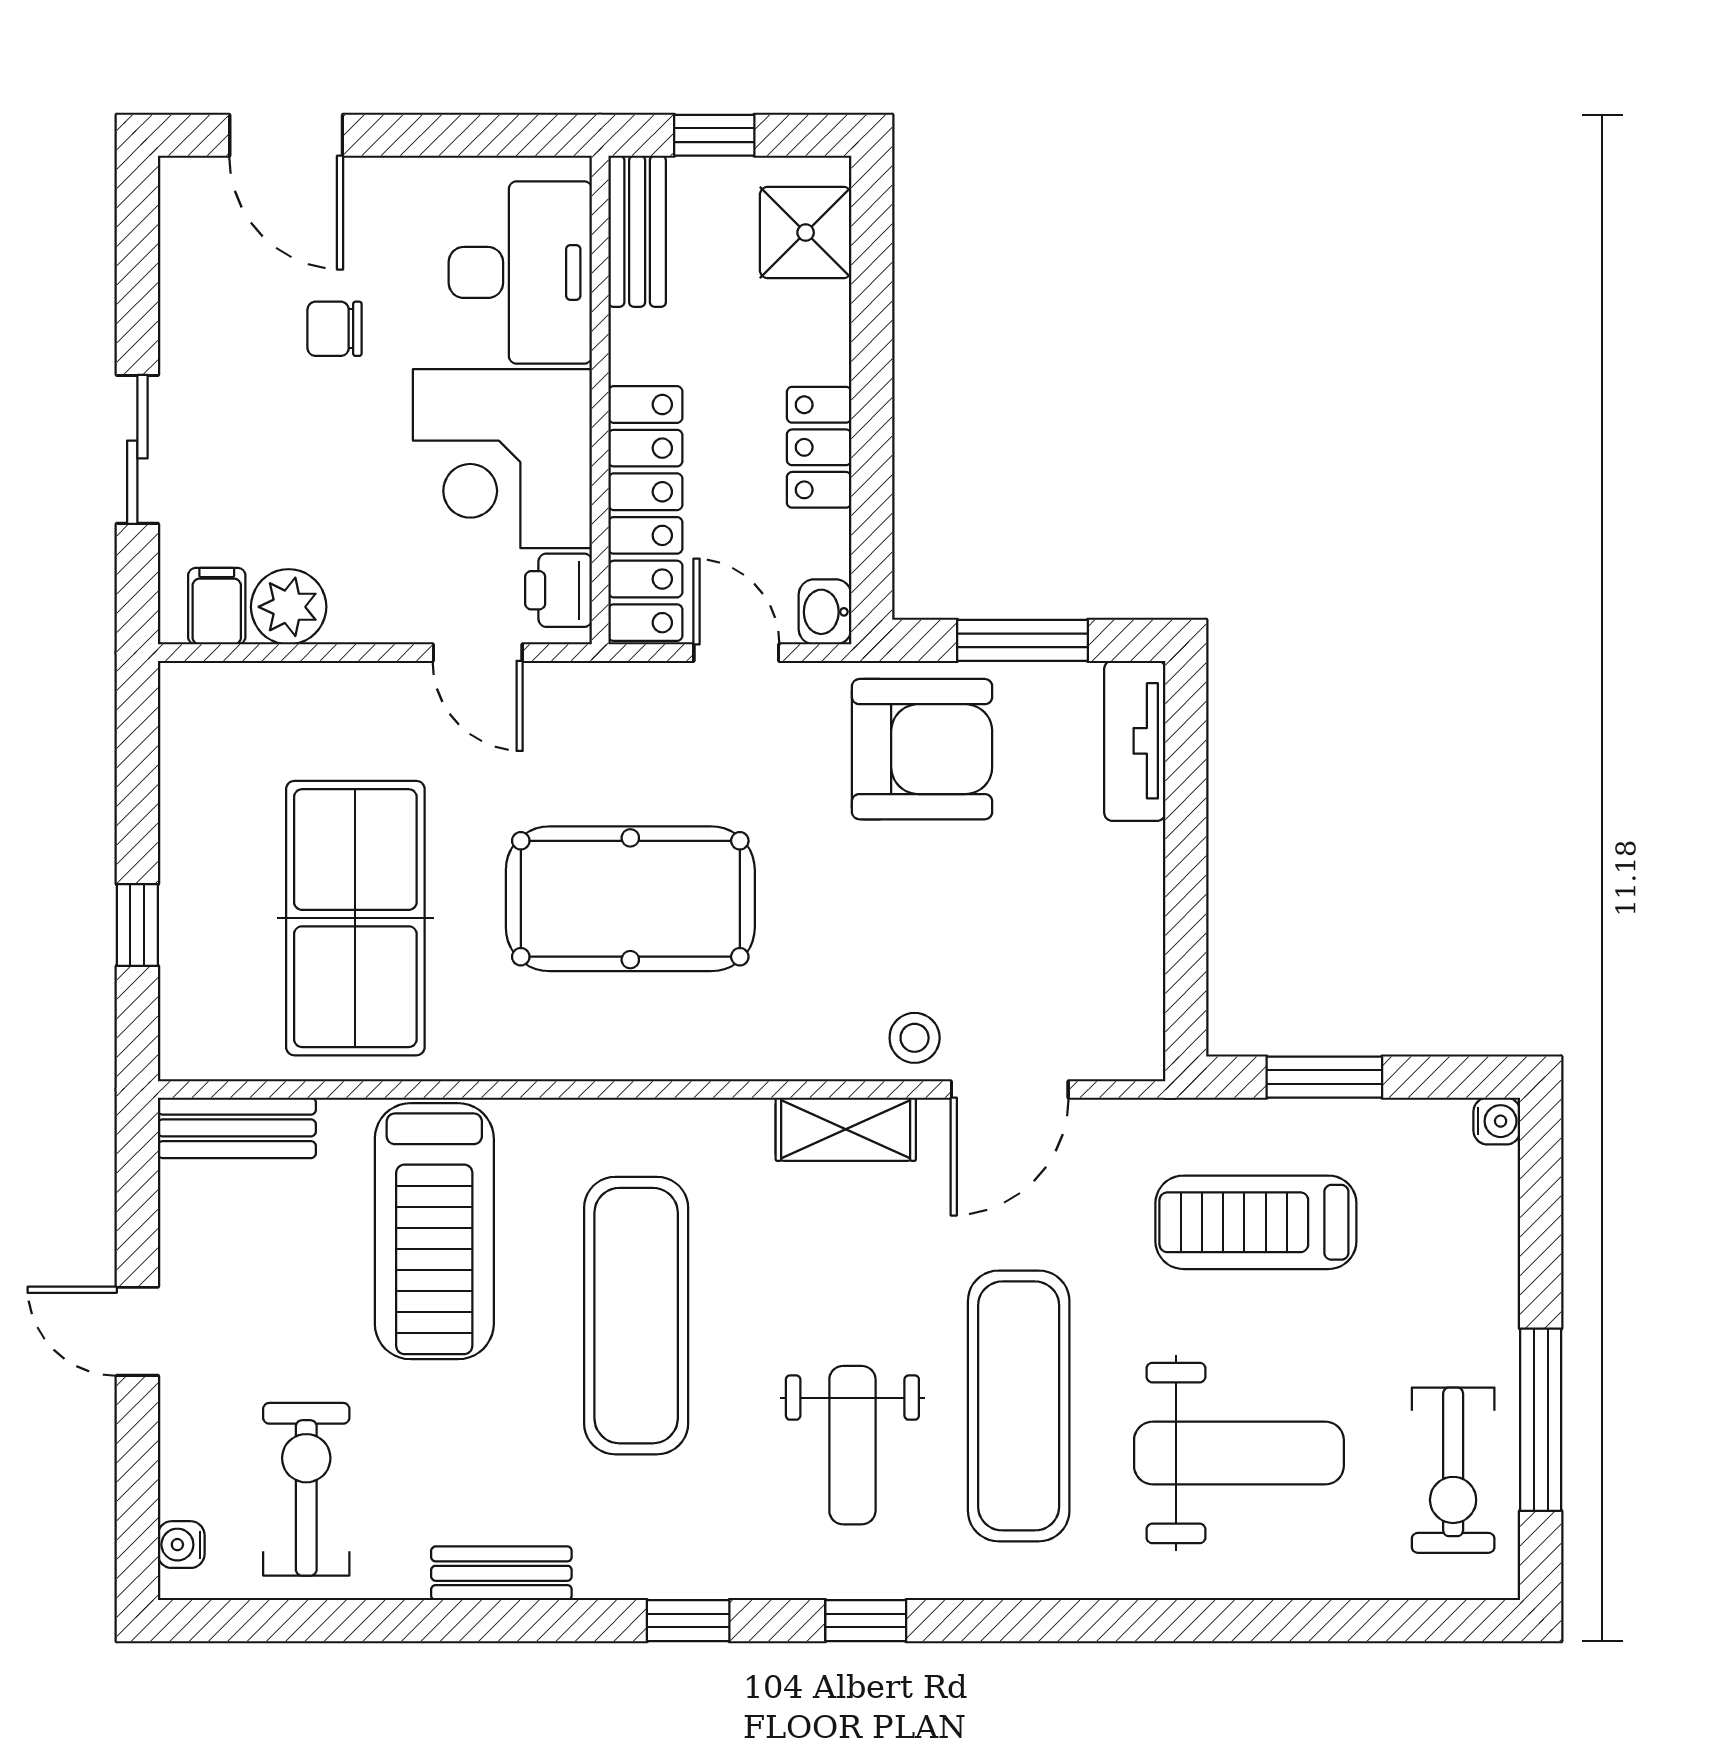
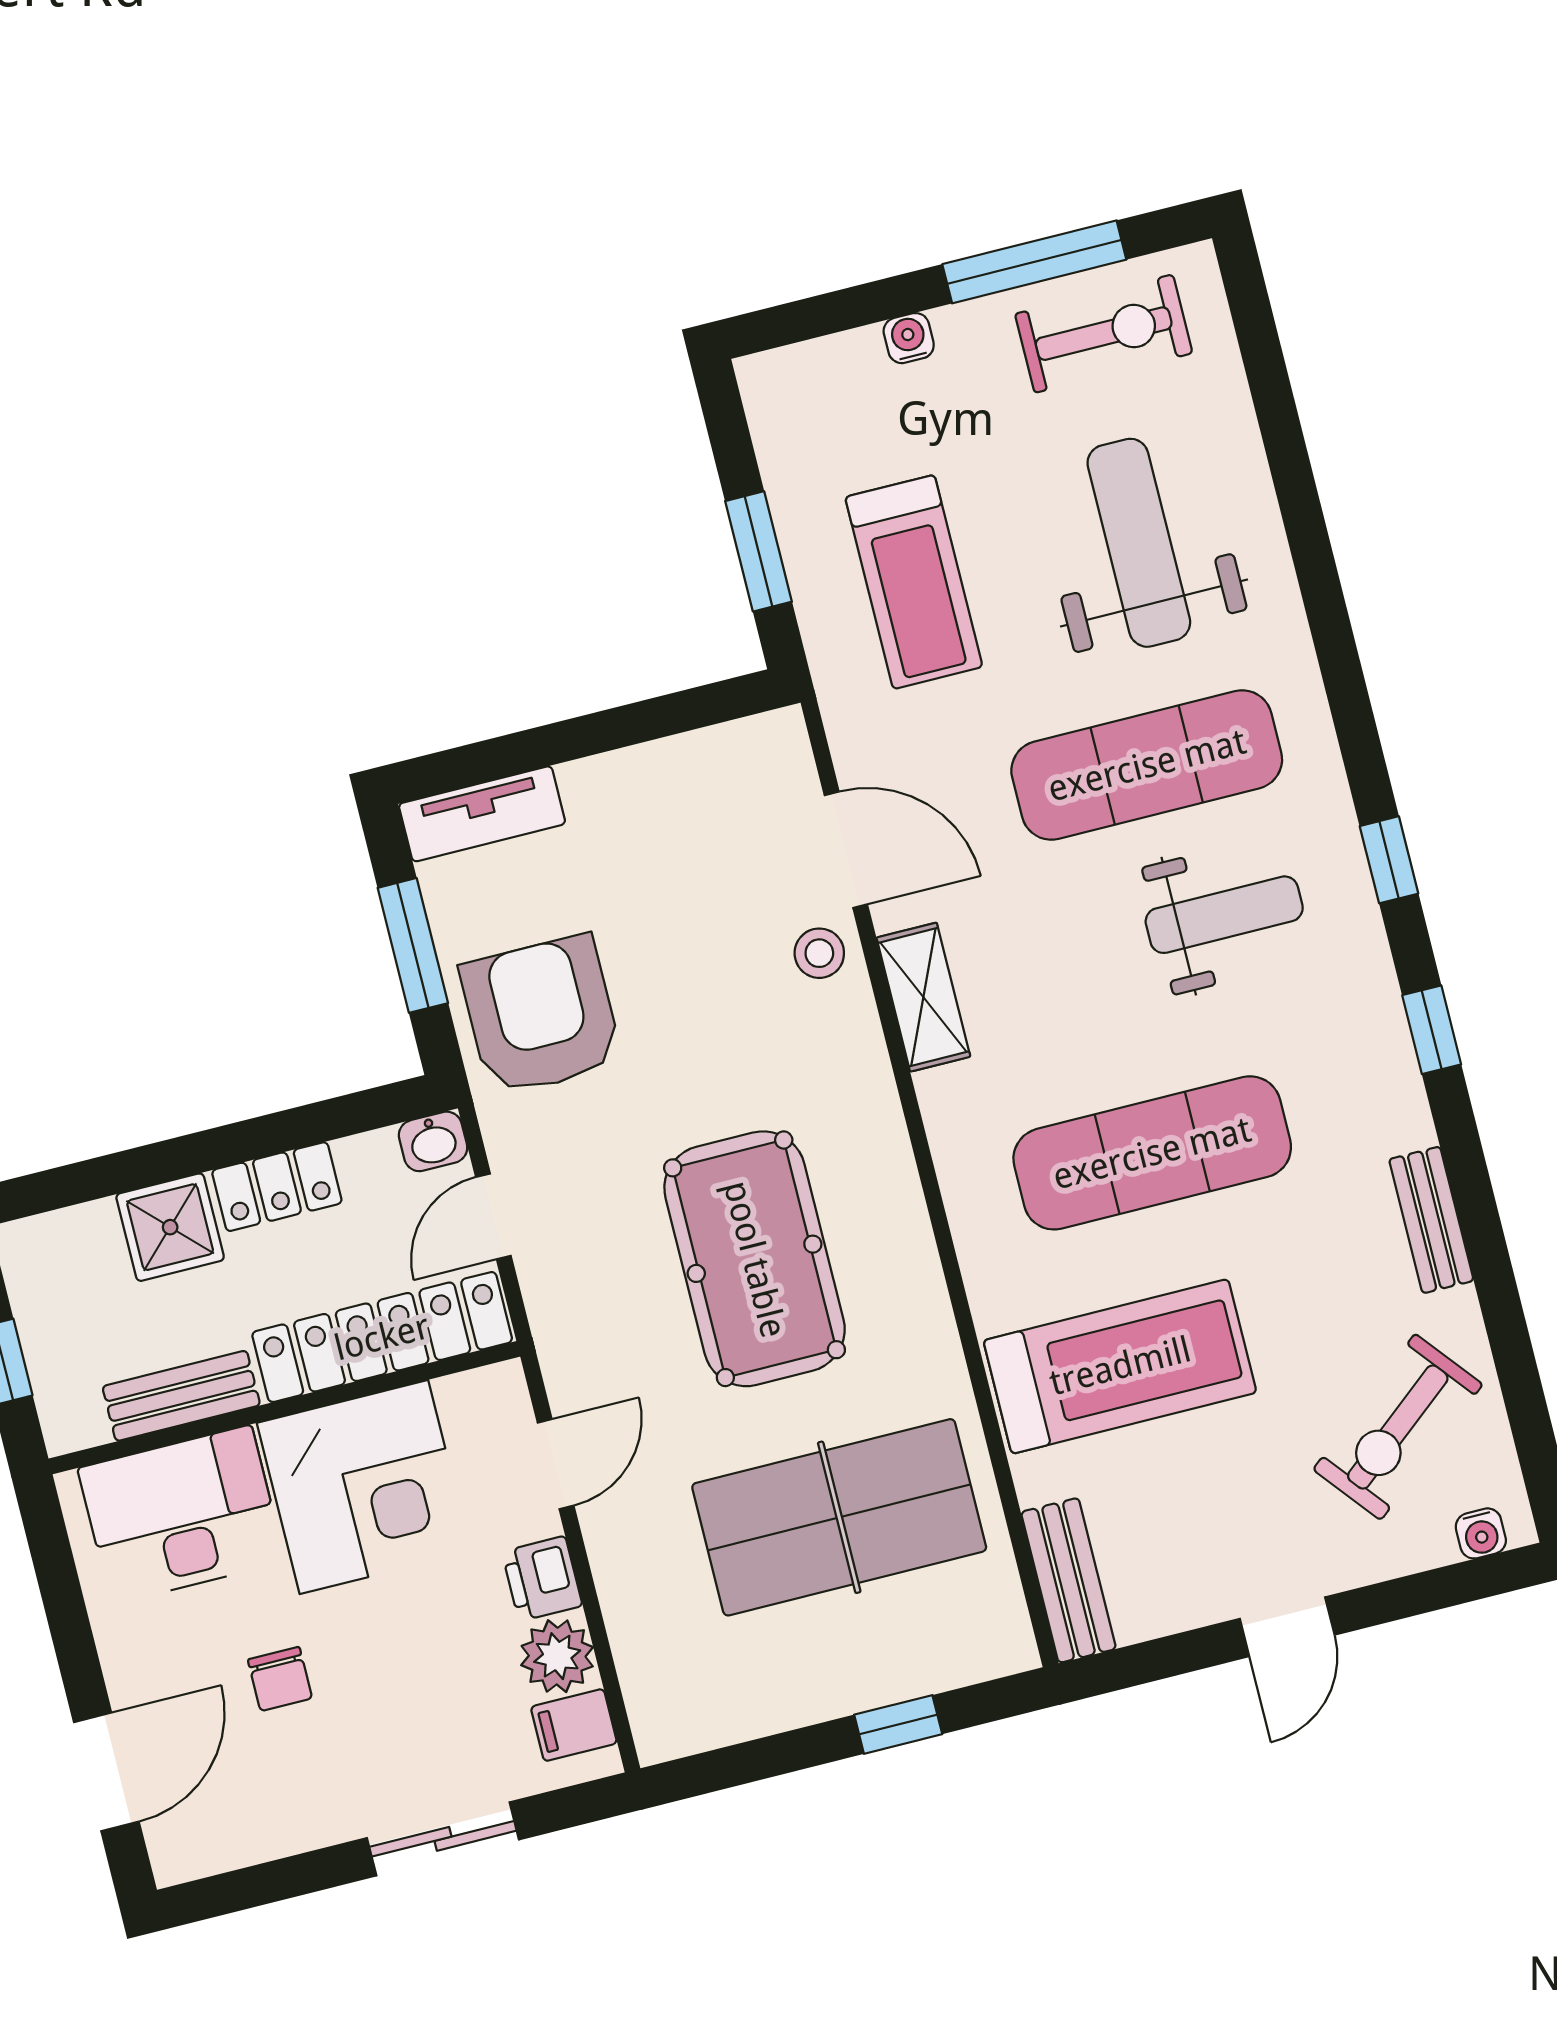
bench: (637, 231) -> (181, 1396), moved
shower: (806, 233) -> (170, 1227), moved
printer: (559, 590) -> (542, 1579), moved, turned 90
water cooler: (1497, 1121) -> (909, 338), moved
exercise bike: (306, 1489) -> (1398, 1427), turned -39

